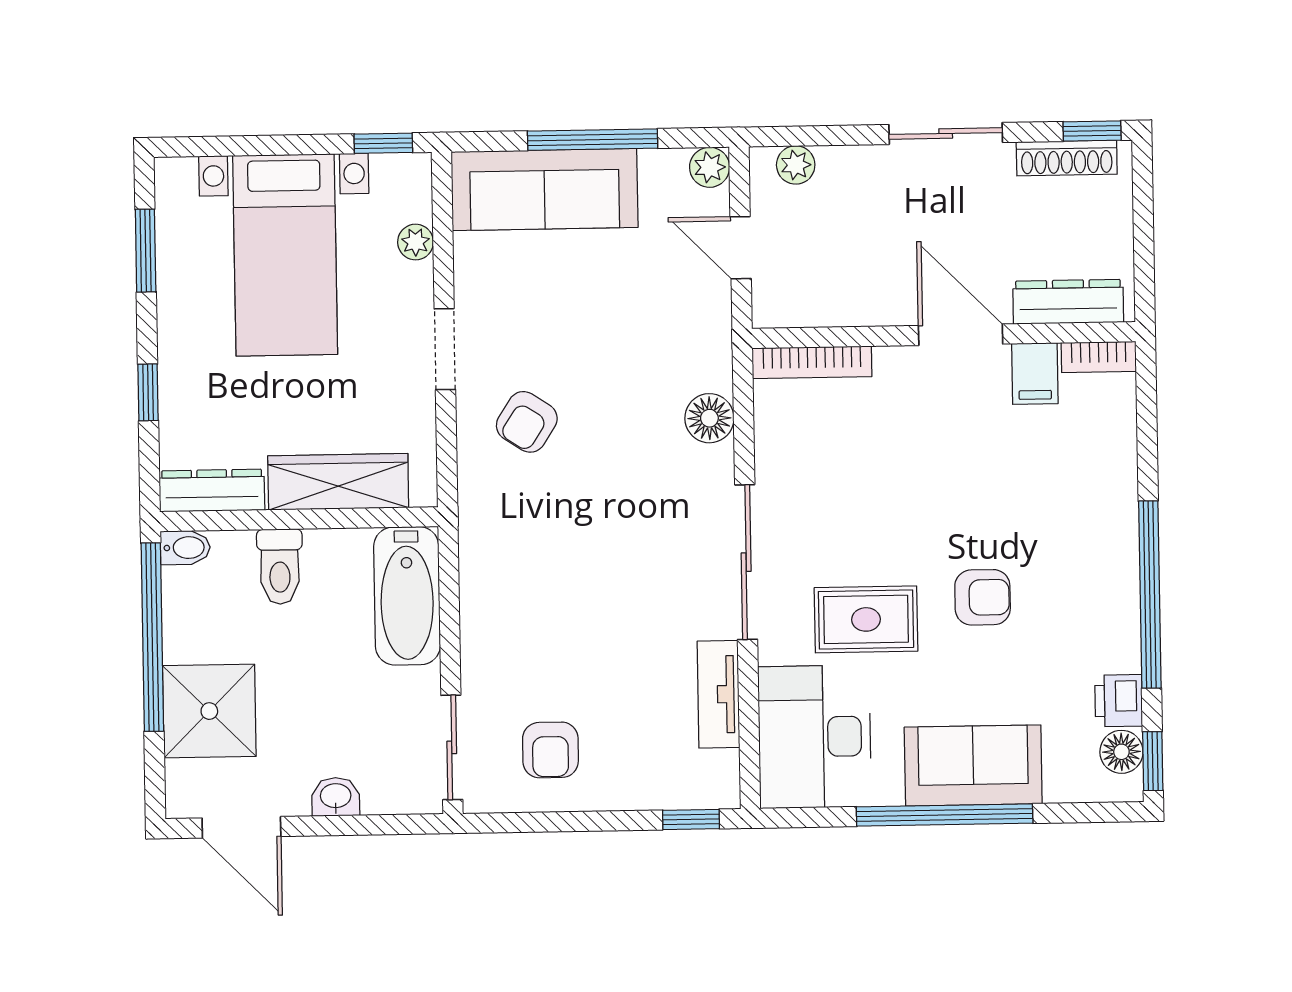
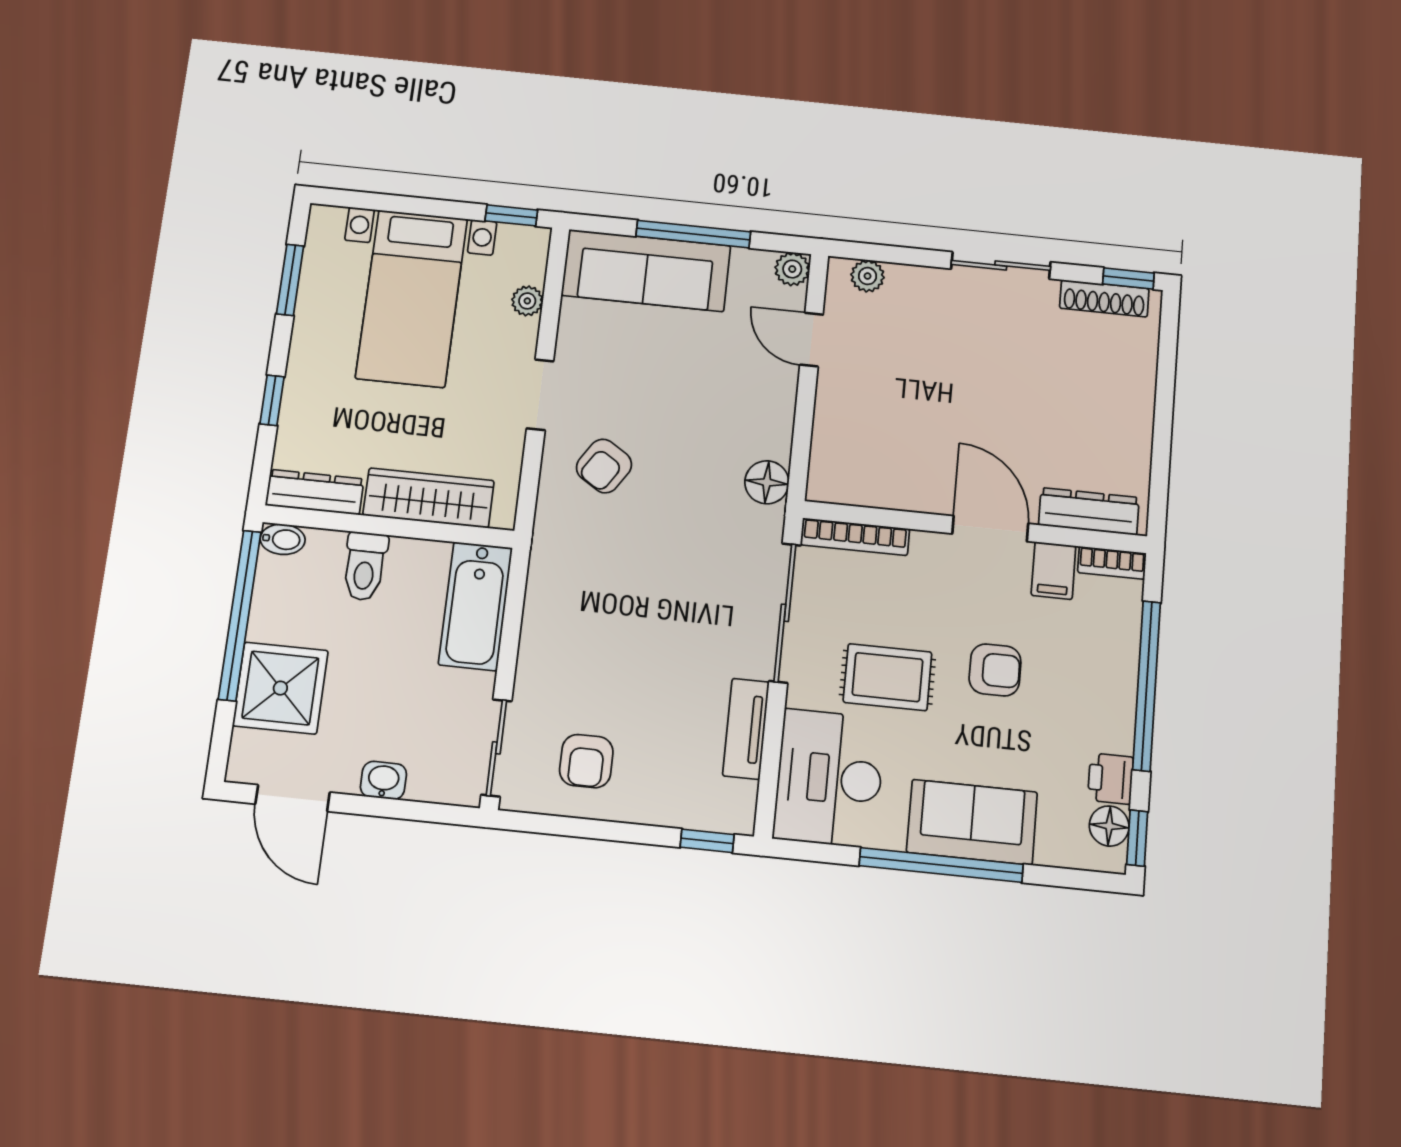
dresser: (1068, 302) -> (1089, 511), moved
wall: (944, 335) -> (975, 527), moved
door: (961, 335) -> (990, 529), moved
bookcase: (1099, 357) -> (1112, 563), moved
bookcase: (812, 362) -> (855, 537), moved
filing cabinet: (1035, 374) -> (1054, 571), moved

